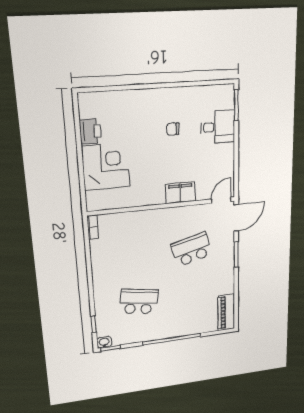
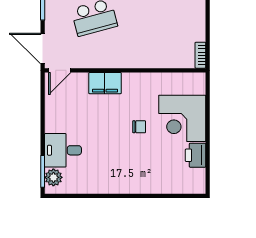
plant: (226, 100) -> (53, 177), added
chair: (173, 129) -> (139, 127), moved
door: (236, 218) -> (43, 48), hinge flipped

